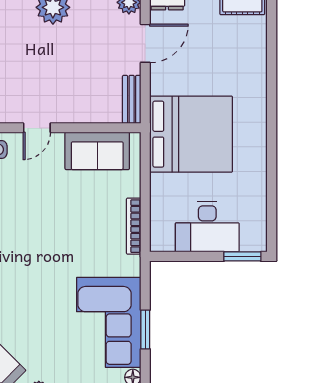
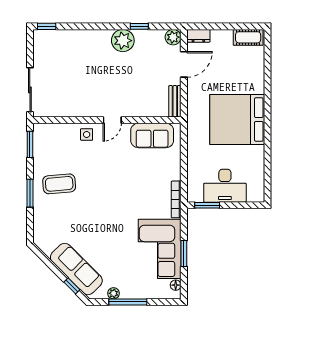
bed: (191, 134) -> (237, 119), moved, turned 180
bookcase: (134, 226) -> (176, 199), moved
window: (242, 256) -> (207, 205), moved

